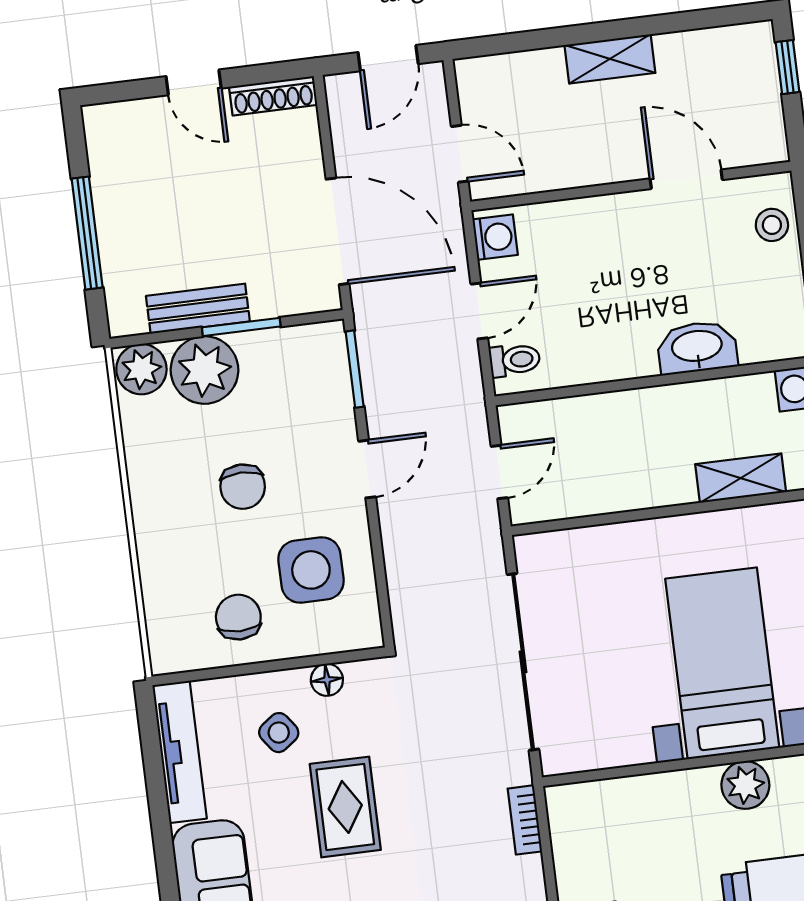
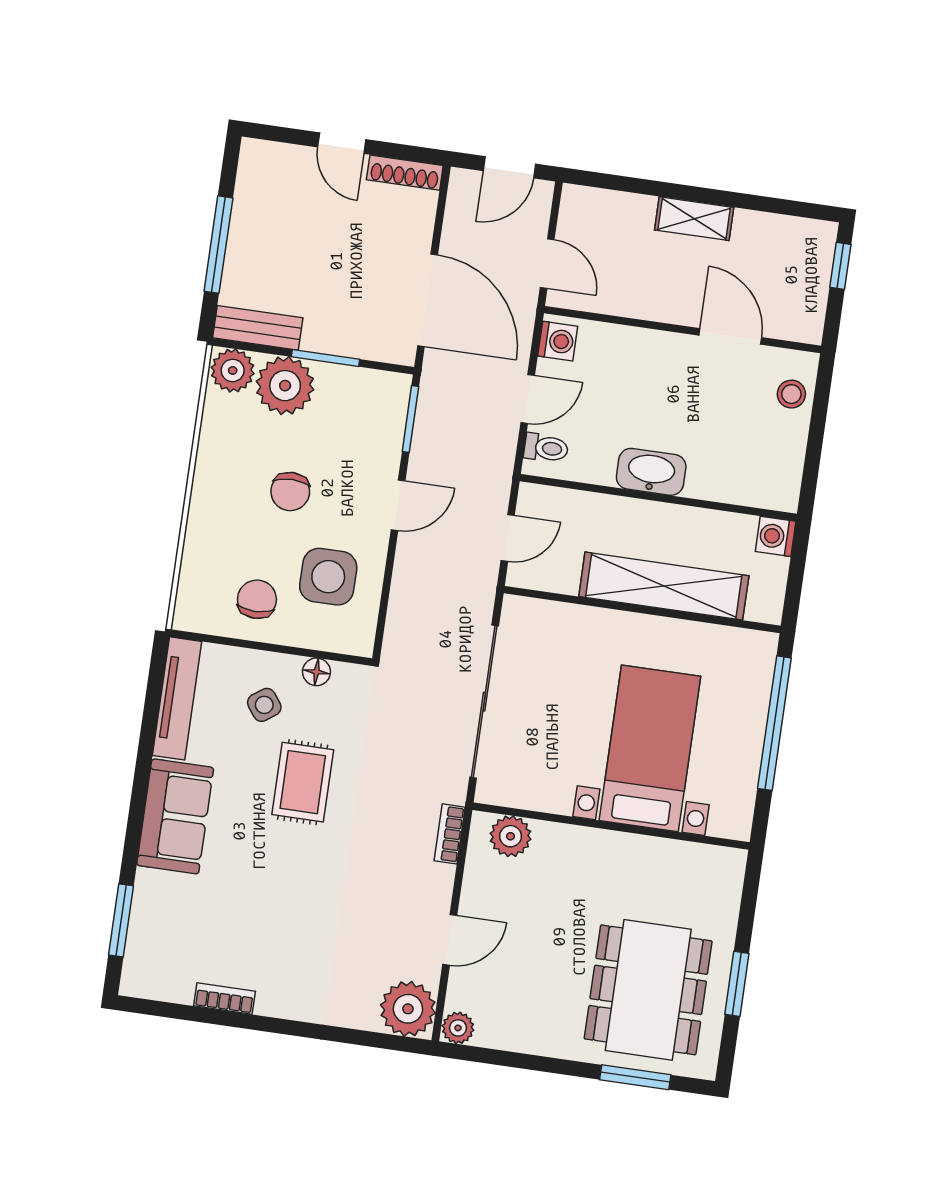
bench: (198, 309) -> (258, 328), moved
washbasin: (697, 347) -> (651, 472), moved
shelving: (741, 478) -> (664, 586), width x2.20, depth x1.33
plant: (745, 785) -> (510, 836), moved

